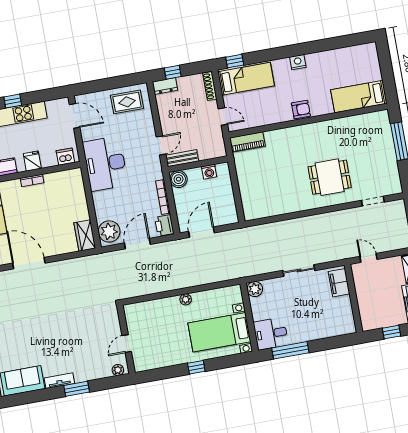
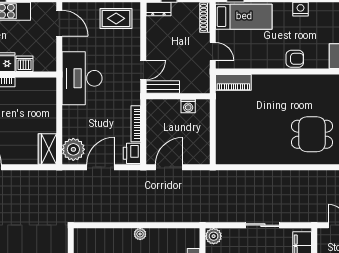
dishwasher: (65, 157) -> (25, 64), moved
boiler: (178, 179) -> (155, 108), removed

